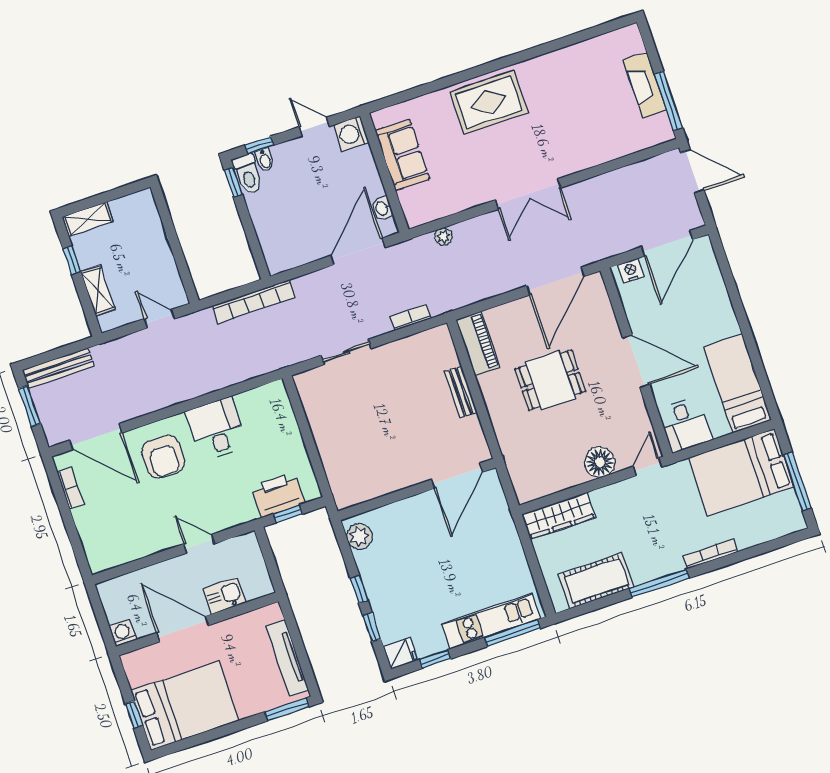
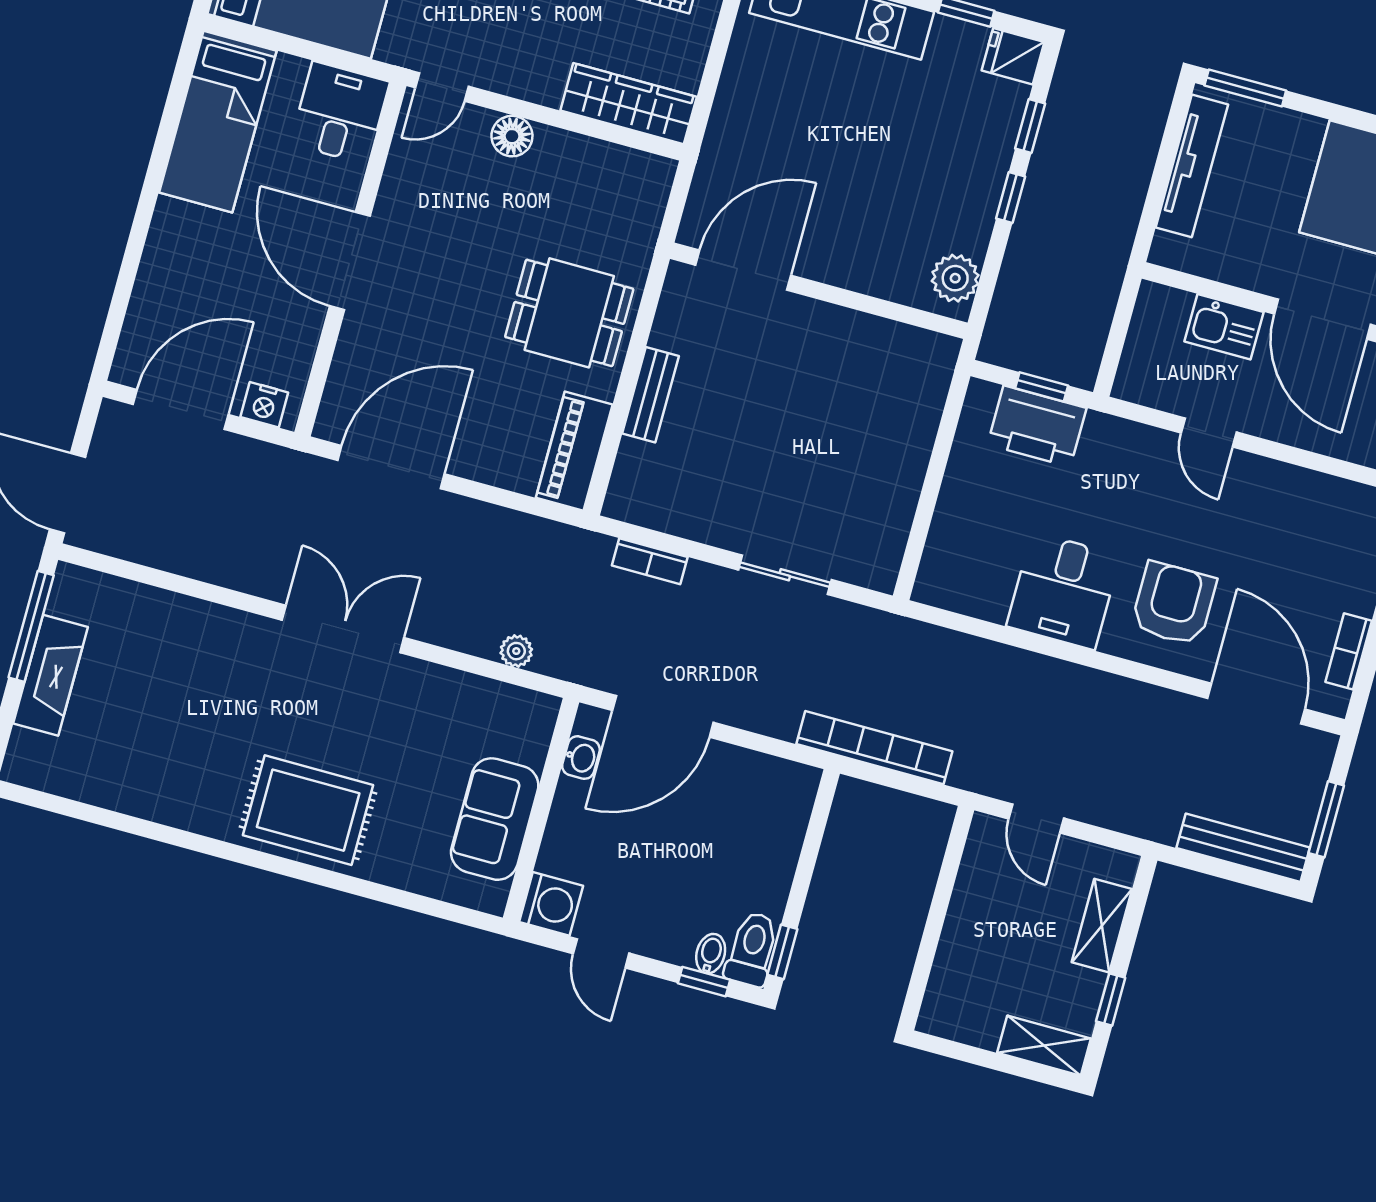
dining table: (550, 380) -> (569, 313), moved
floor lamp: (600, 462) -> (512, 136), width x0.73, depth x0.73

